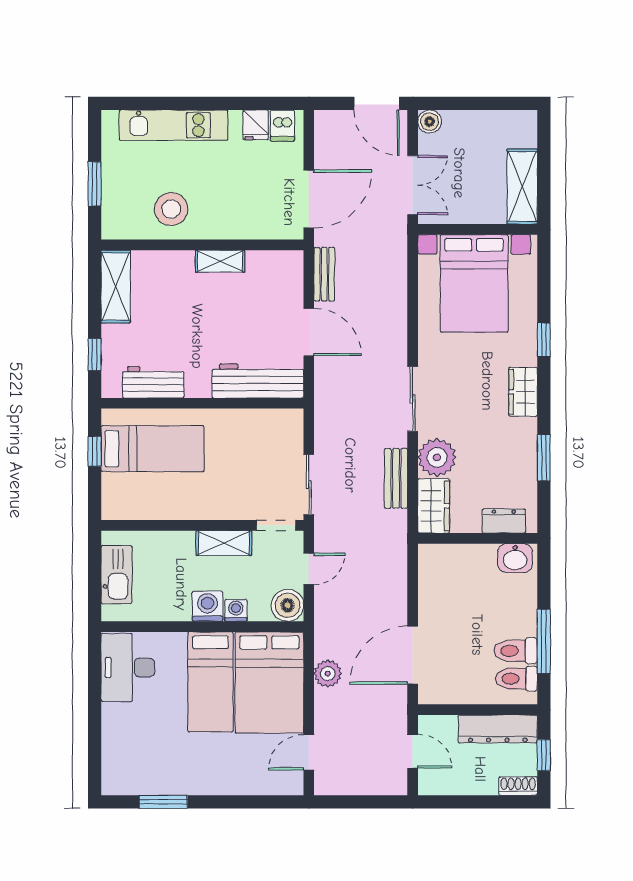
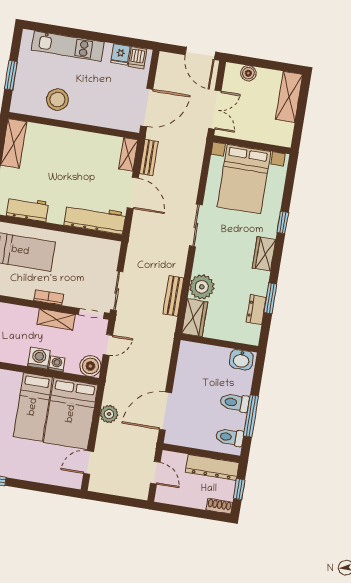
boiler: (430, 122) -> (248, 73), moved
shelving: (522, 186) -> (289, 97), moved
shelving: (220, 261) -> (128, 154), moved, turned 90
sliding door: (413, 399) -> (196, 225), moved
bookcase: (207, 511) -> (49, 297), added
dresser: (504, 521) -> (256, 310), moved, turned -90
toilet: (516, 651) -> (235, 403), moved

